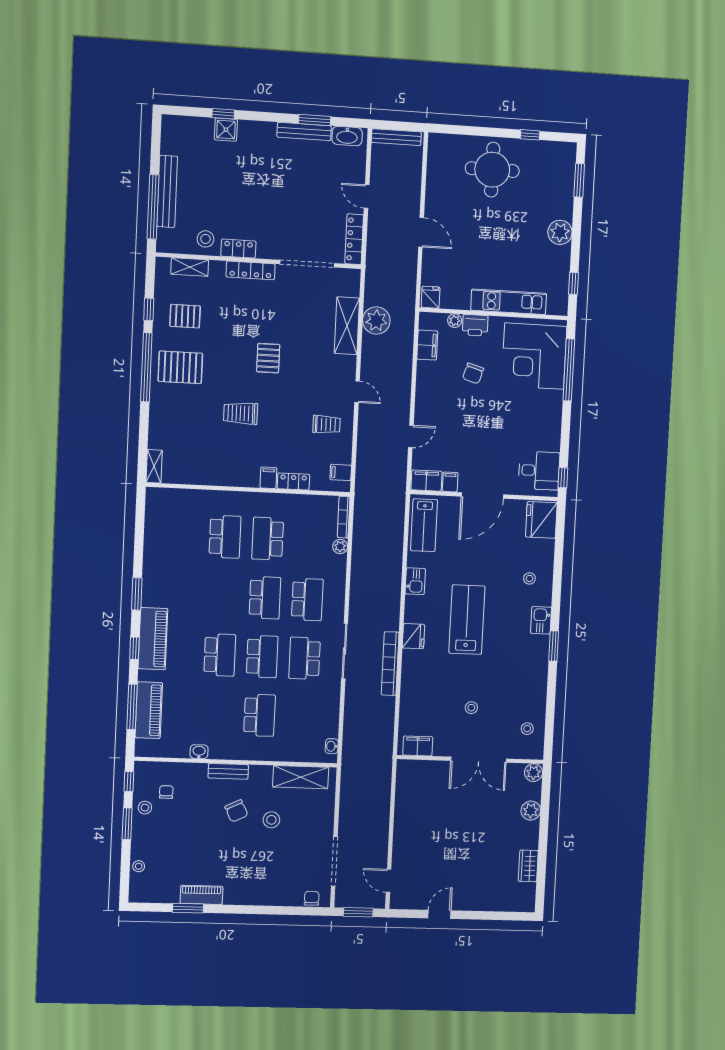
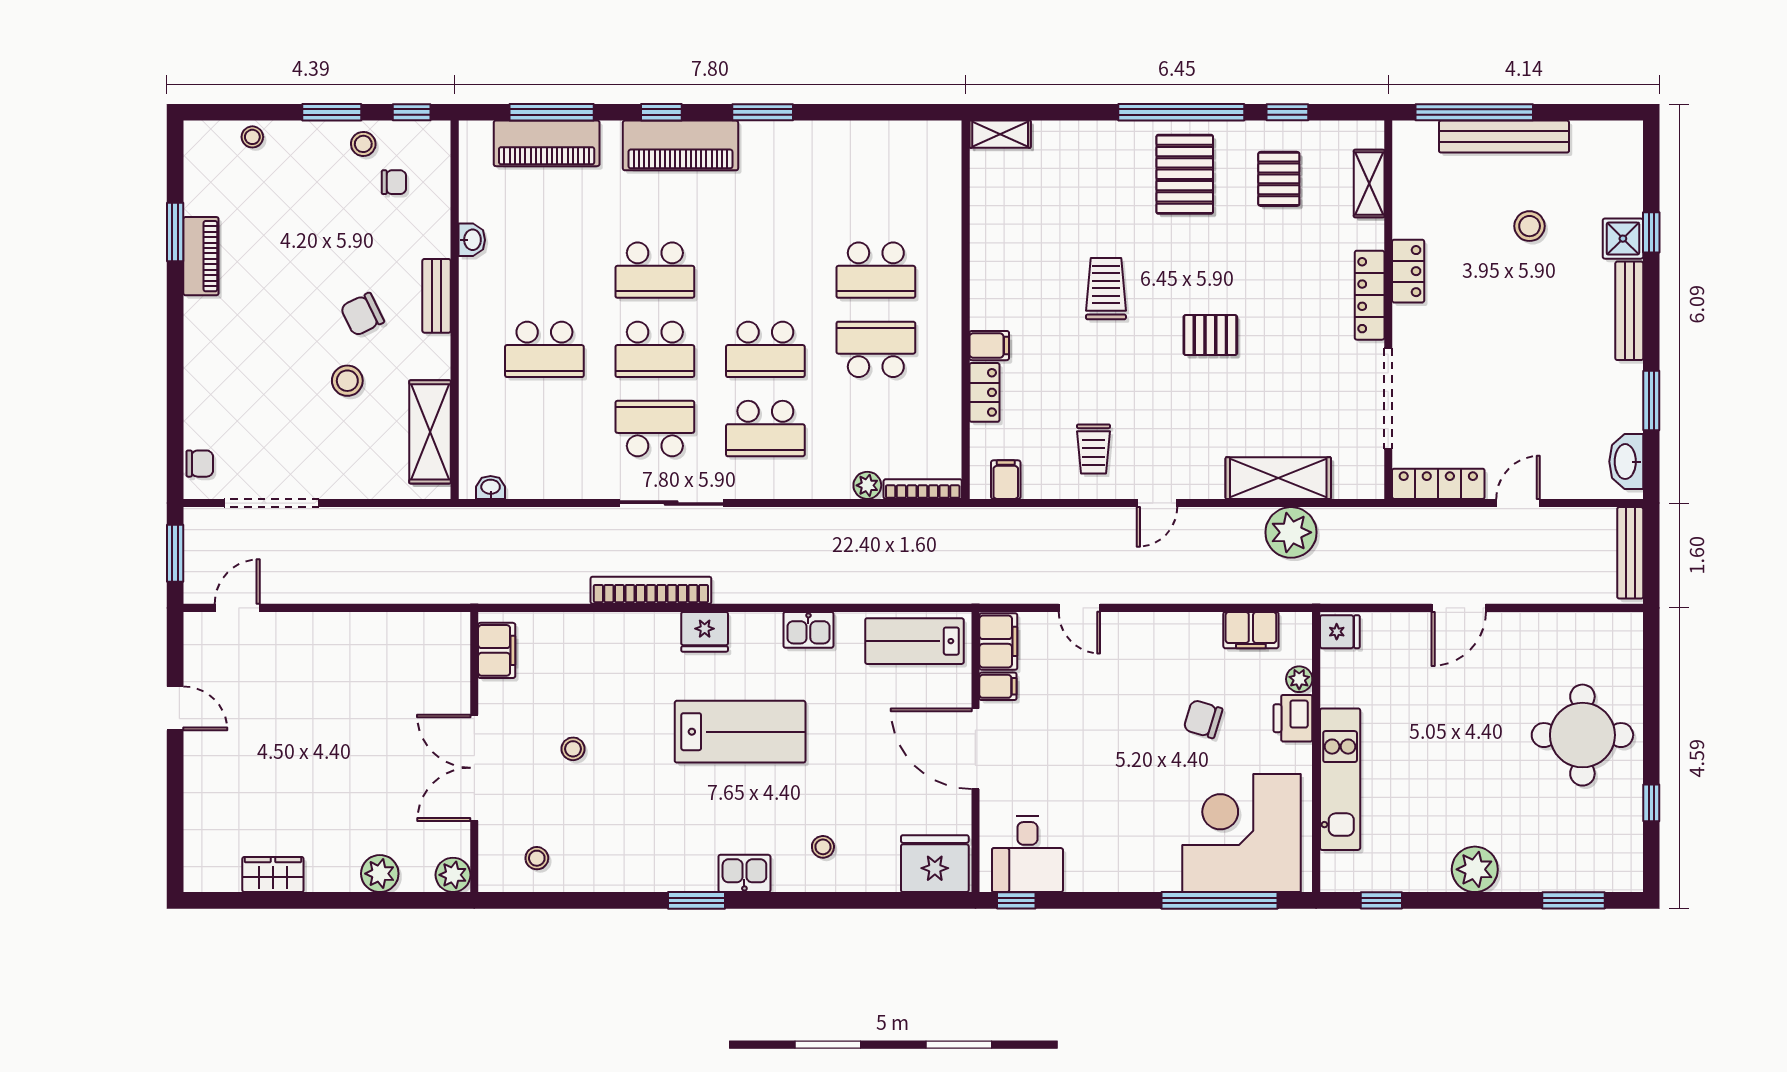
bench: (304, 131) -> (1629, 311), moved
stool: (205, 239) -> (1530, 226), moved

